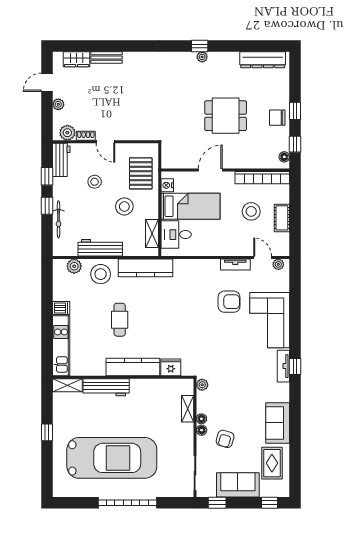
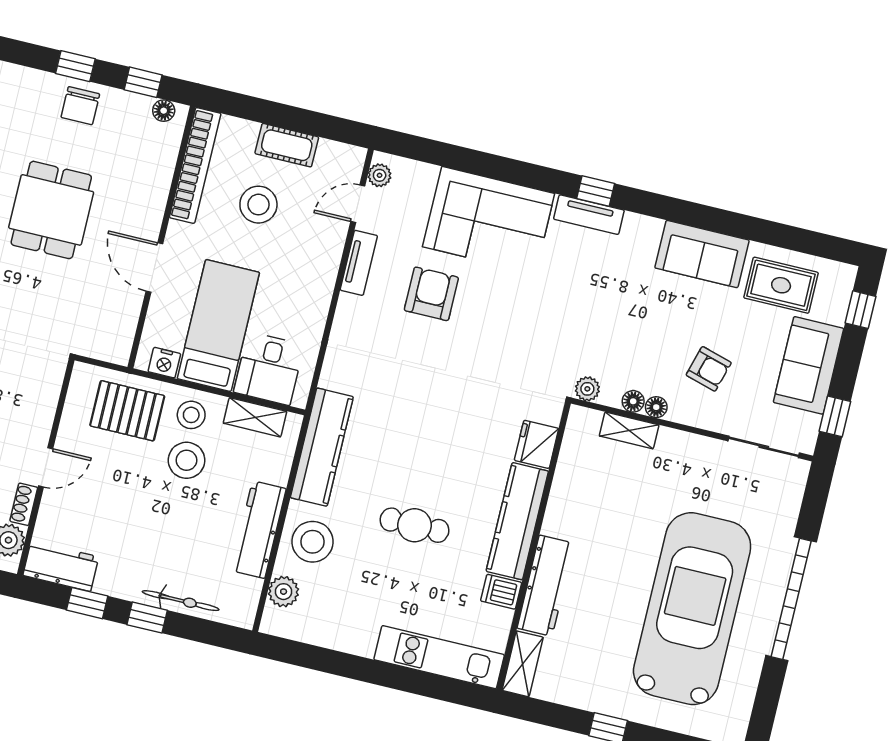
stool: (95, 182) -> (191, 415), moved
dishwasher: (61, 308) -> (501, 592), moved, turned -90
floor lamp: (202, 430) -> (633, 401), moved

